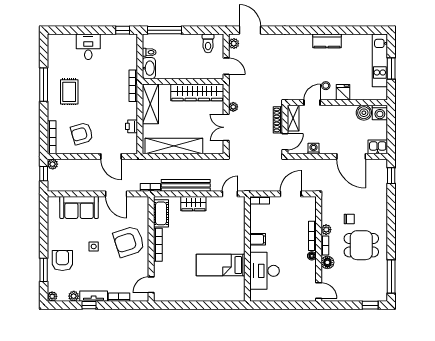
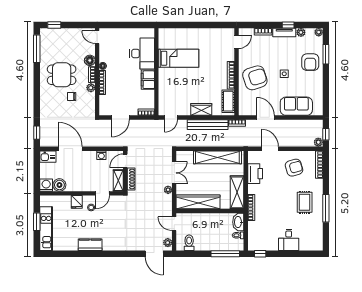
printer: (131, 126) -> (255, 174), width x1.87, depth x1.48
filing cabinet: (258, 239) -> (148, 80), width x2.00

